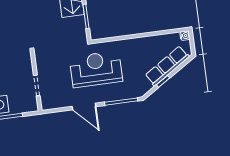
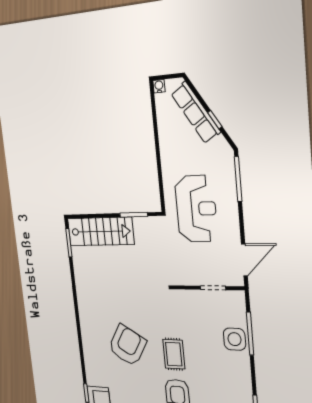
reception desk: (96, 69) -> (196, 209), turned 180
door: (84, 107) -> (244, 260), moved

